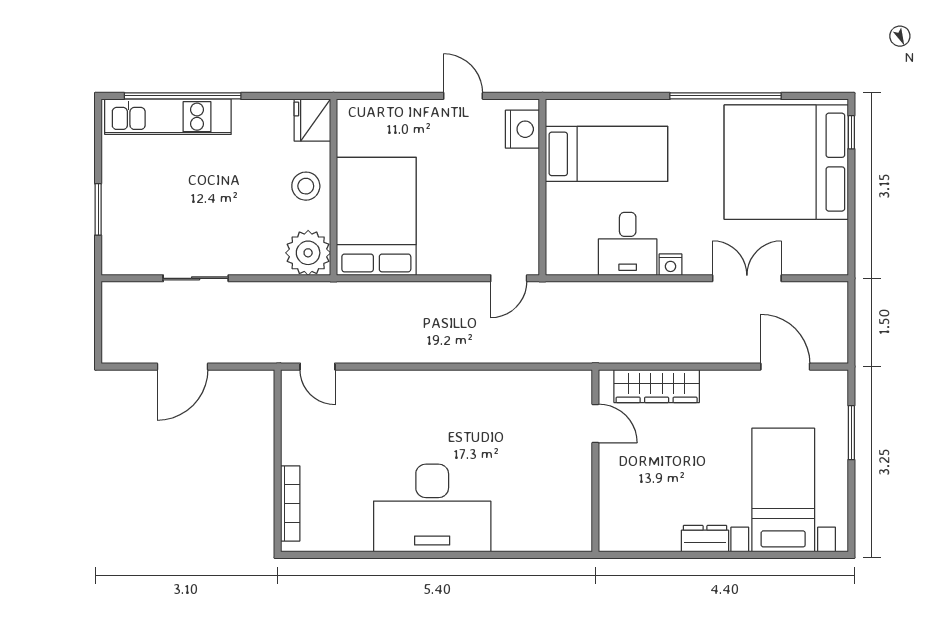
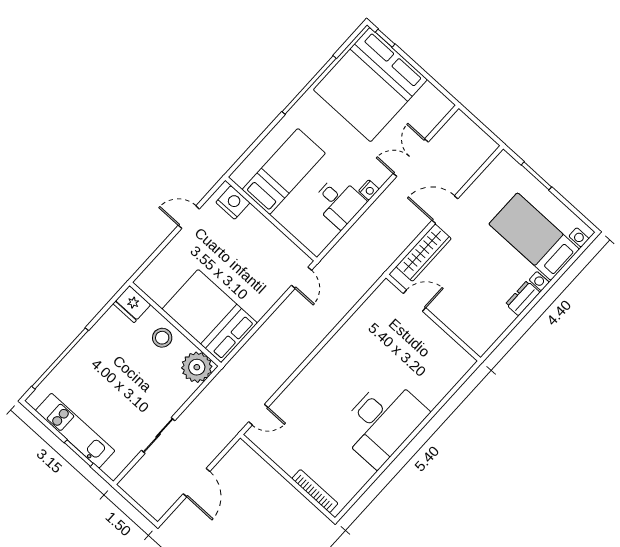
kitchen unit: (168, 117) -> (75, 431), moved, turned -90
door: (785, 367) -> (445, 210), moved

